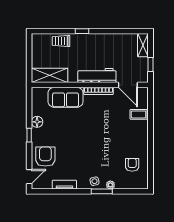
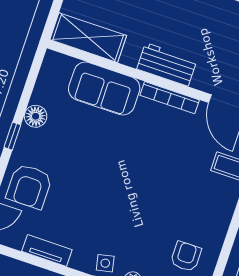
workbench: (97, 76) -> (167, 64), width x0.73
armchair: (45, 157) -> (29, 186), turned 180

